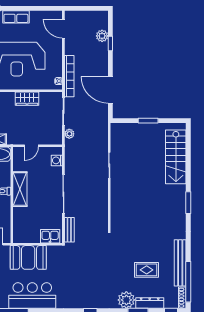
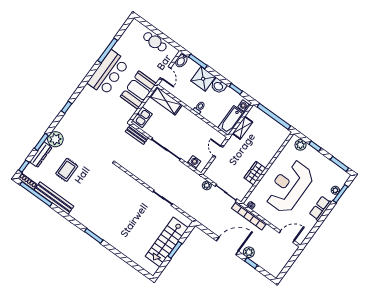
plant: (102, 36) -> (249, 252), moved
door: (110, 90) -> (227, 246), moved
stairs: (176, 157) -> (167, 242), moved, turned -90
shelving: (20, 189) -> (166, 101), moved

